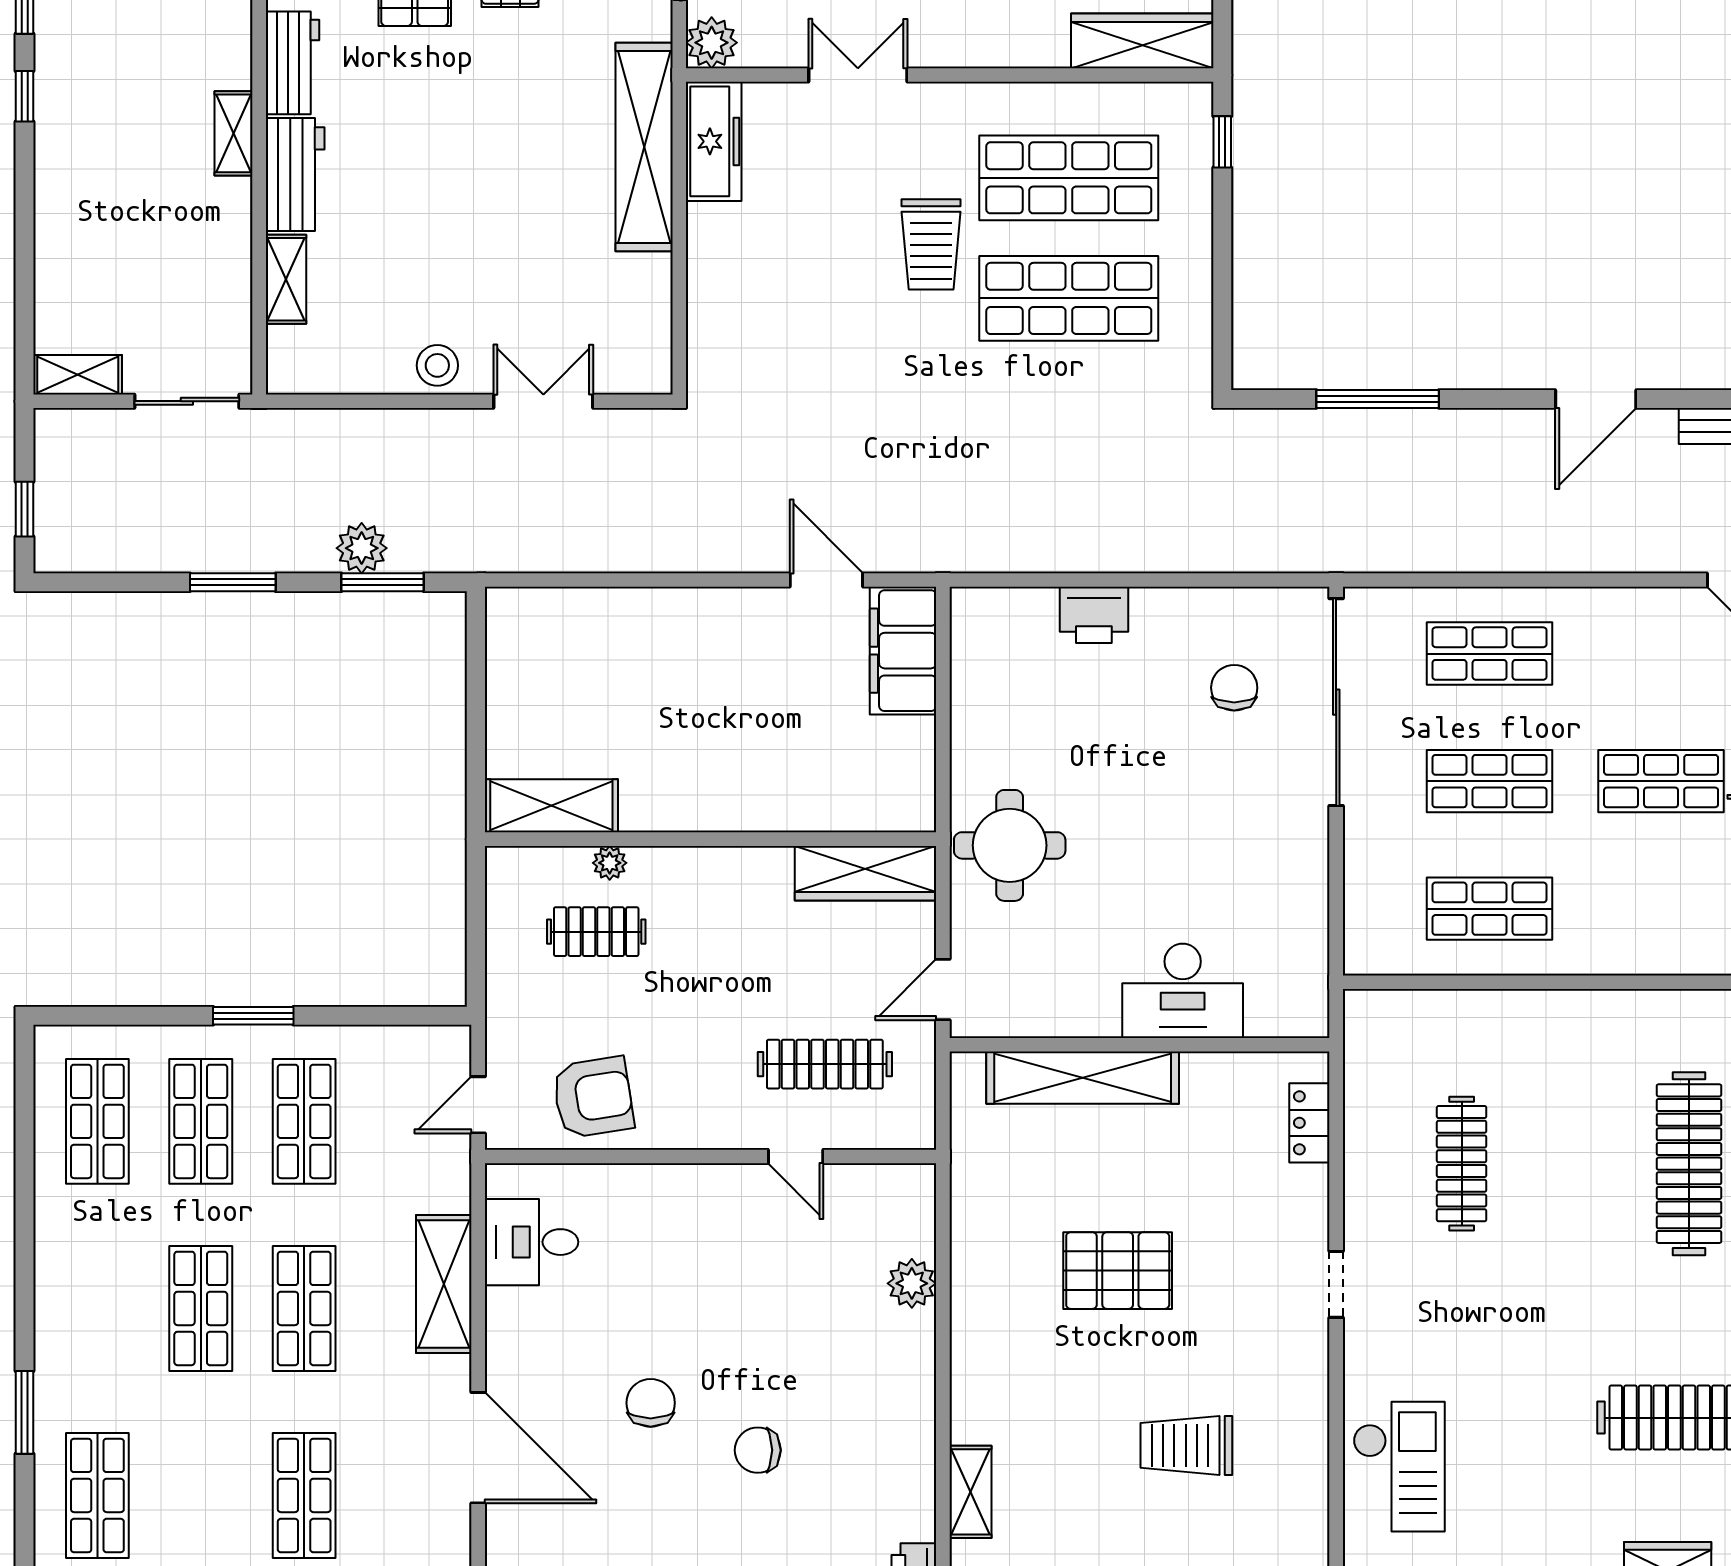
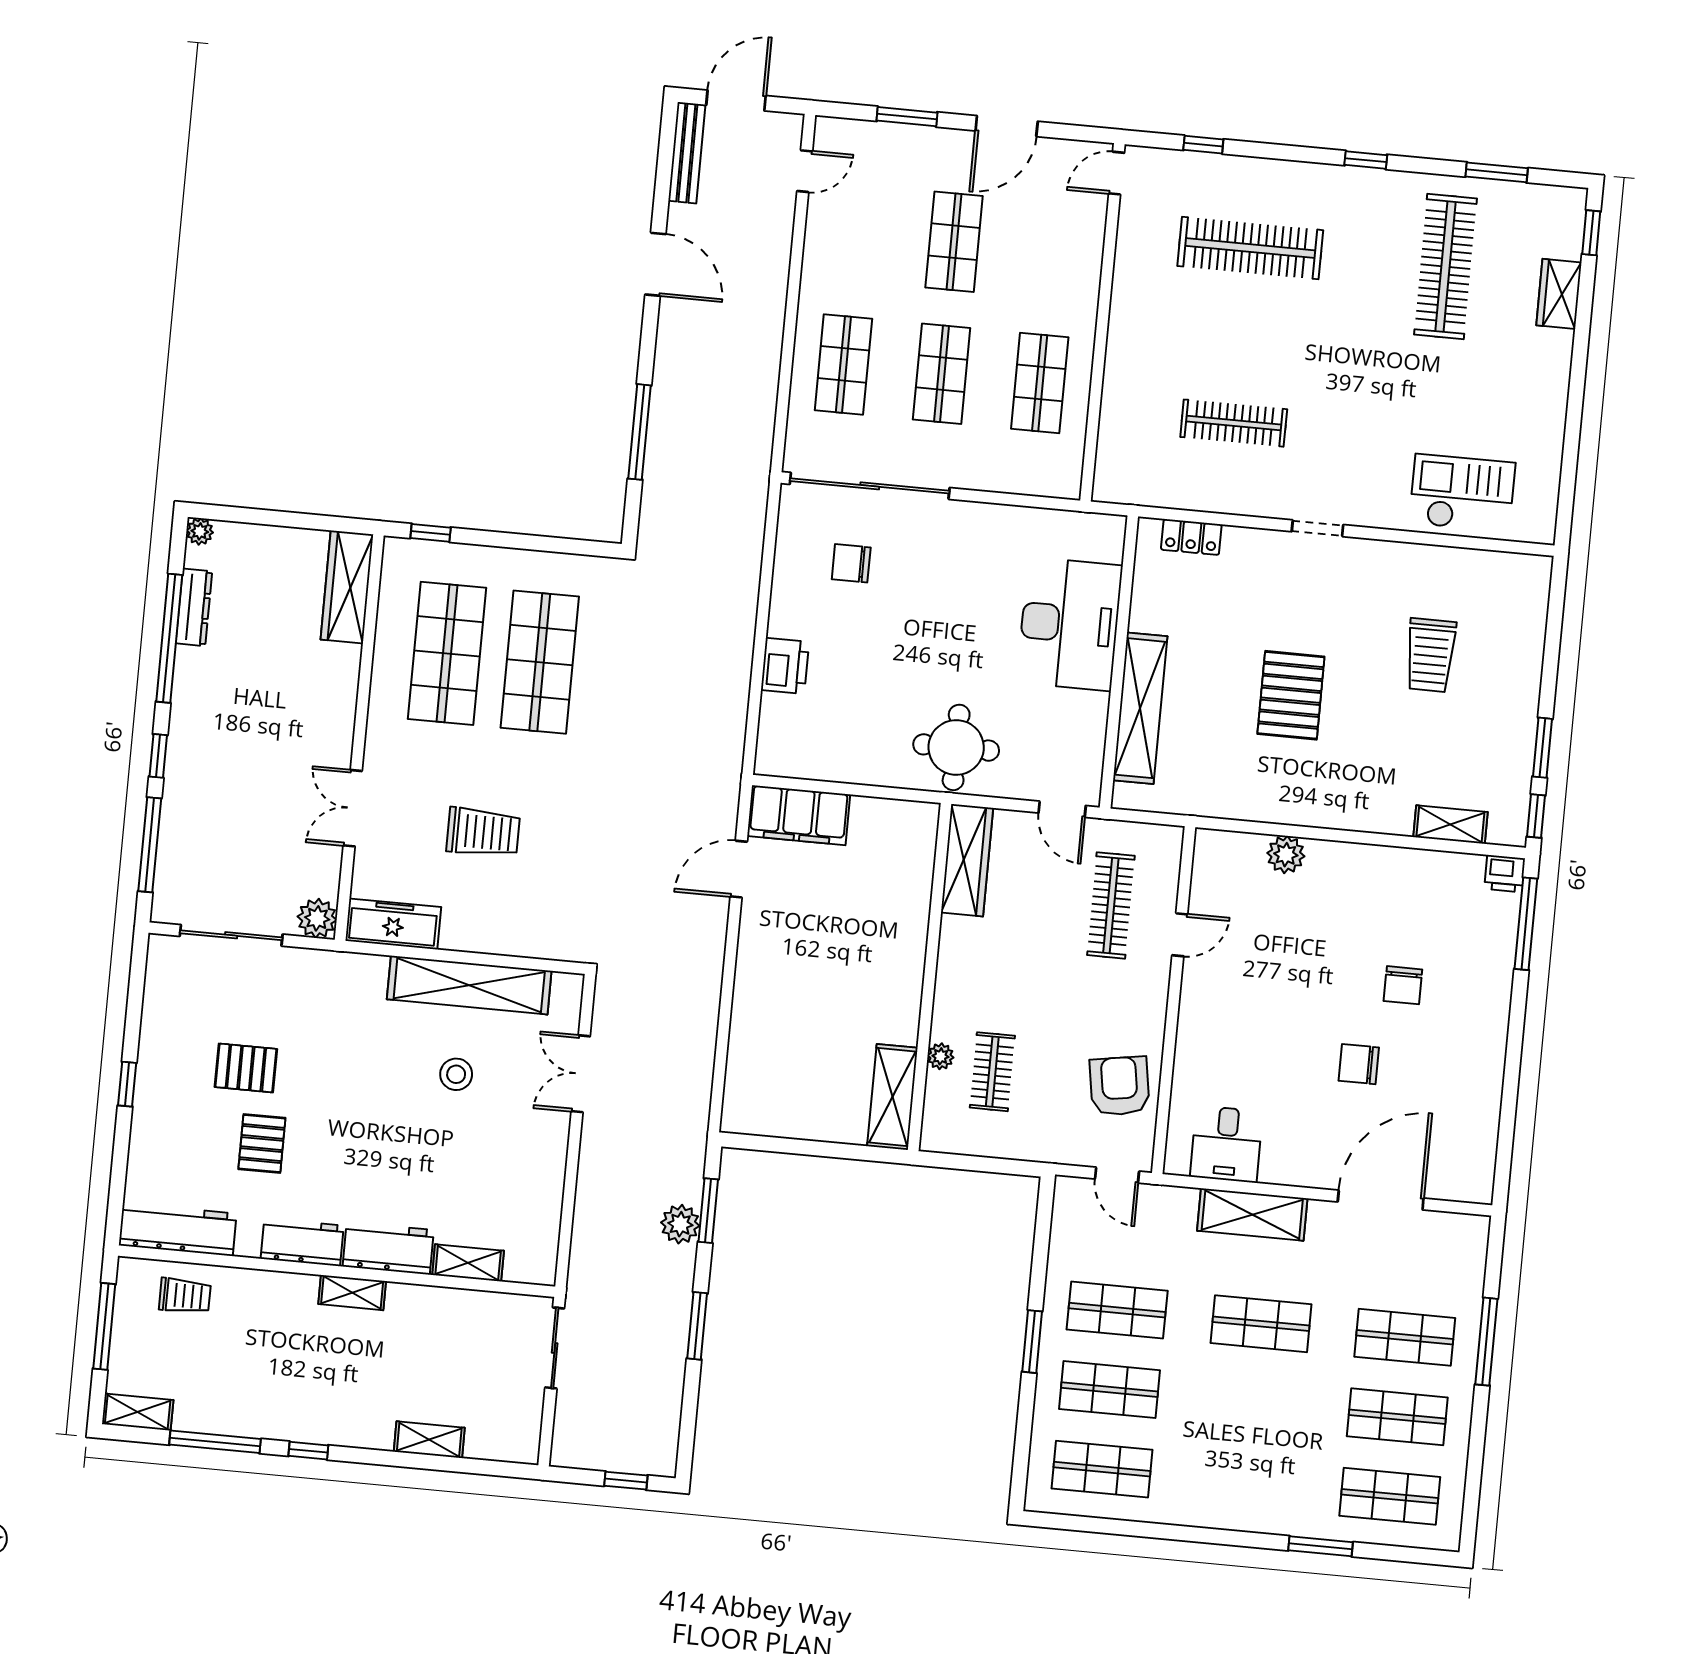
shelving: (644, 147) -> (469, 985), moved
trolley: (931, 244) -> (483, 832), moved
stool: (437, 365) -> (456, 1074), moved
shelving: (78, 375) -> (429, 1440), moved, turned 90
desk: (1183, 991) -> (1070, 624), width x1.36, depth x1.30
shop shelf: (201, 1308) -> (1397, 1417), moved

